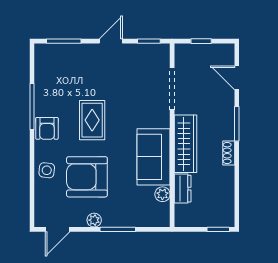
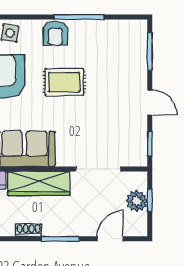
plant: (202, 53) -> (137, 201), added
armchair: (47, 128) -> (55, 33), turned -90

